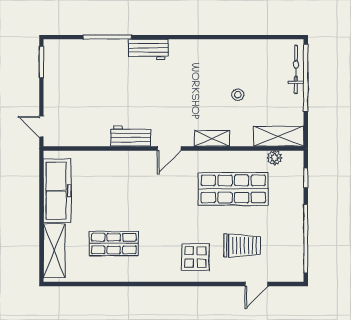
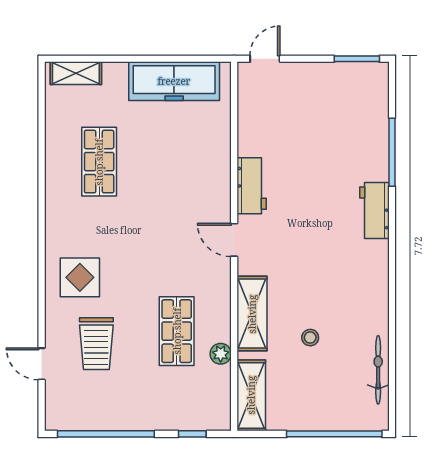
bicycle: (296, 69) -> (378, 370), moved, turned -90
shelving: (212, 138) -> (252, 314), width x1.50, depth x1.33
plant: (275, 158) -> (221, 354), moved
shop shelf: (233, 189) -> (177, 331), width x0.70, depth x0.74
shelving: (54, 251) -> (76, 73), width x0.67, depth x0.75

